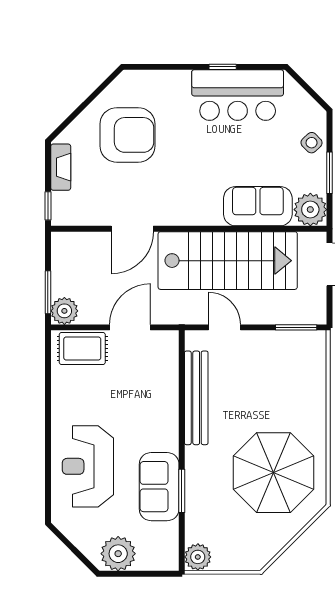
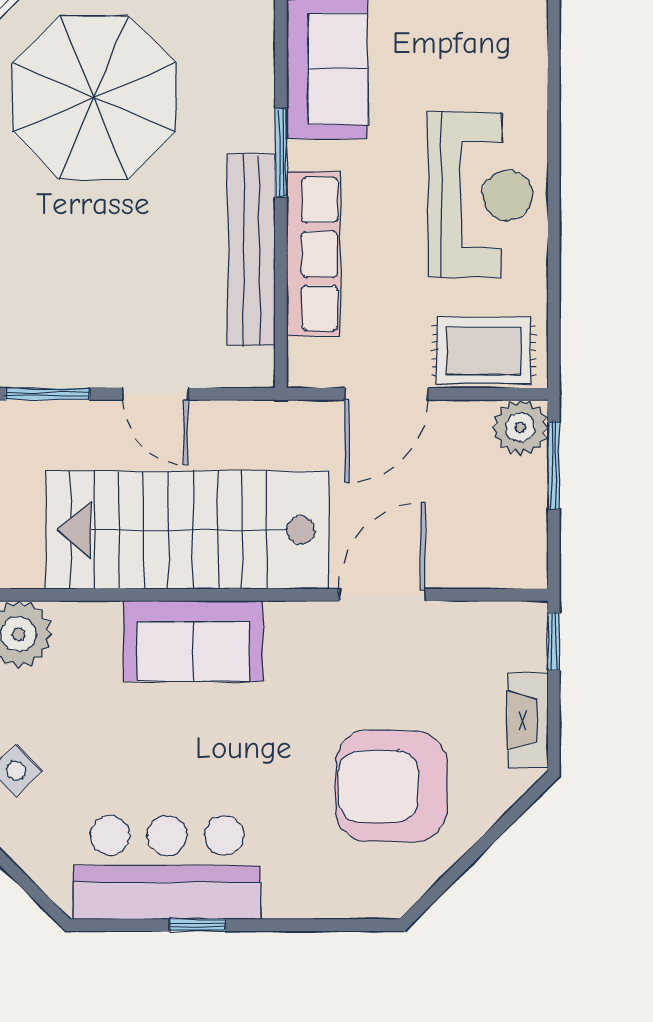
sofa: (258, 206) -> (193, 641), moved
door: (224, 327) -> (155, 394), moved
row of seats: (166, 396) -> (313, 254), added
reception desk: (88, 466) -> (480, 195), moved
window: (182, 491) -> (281, 153), moved

